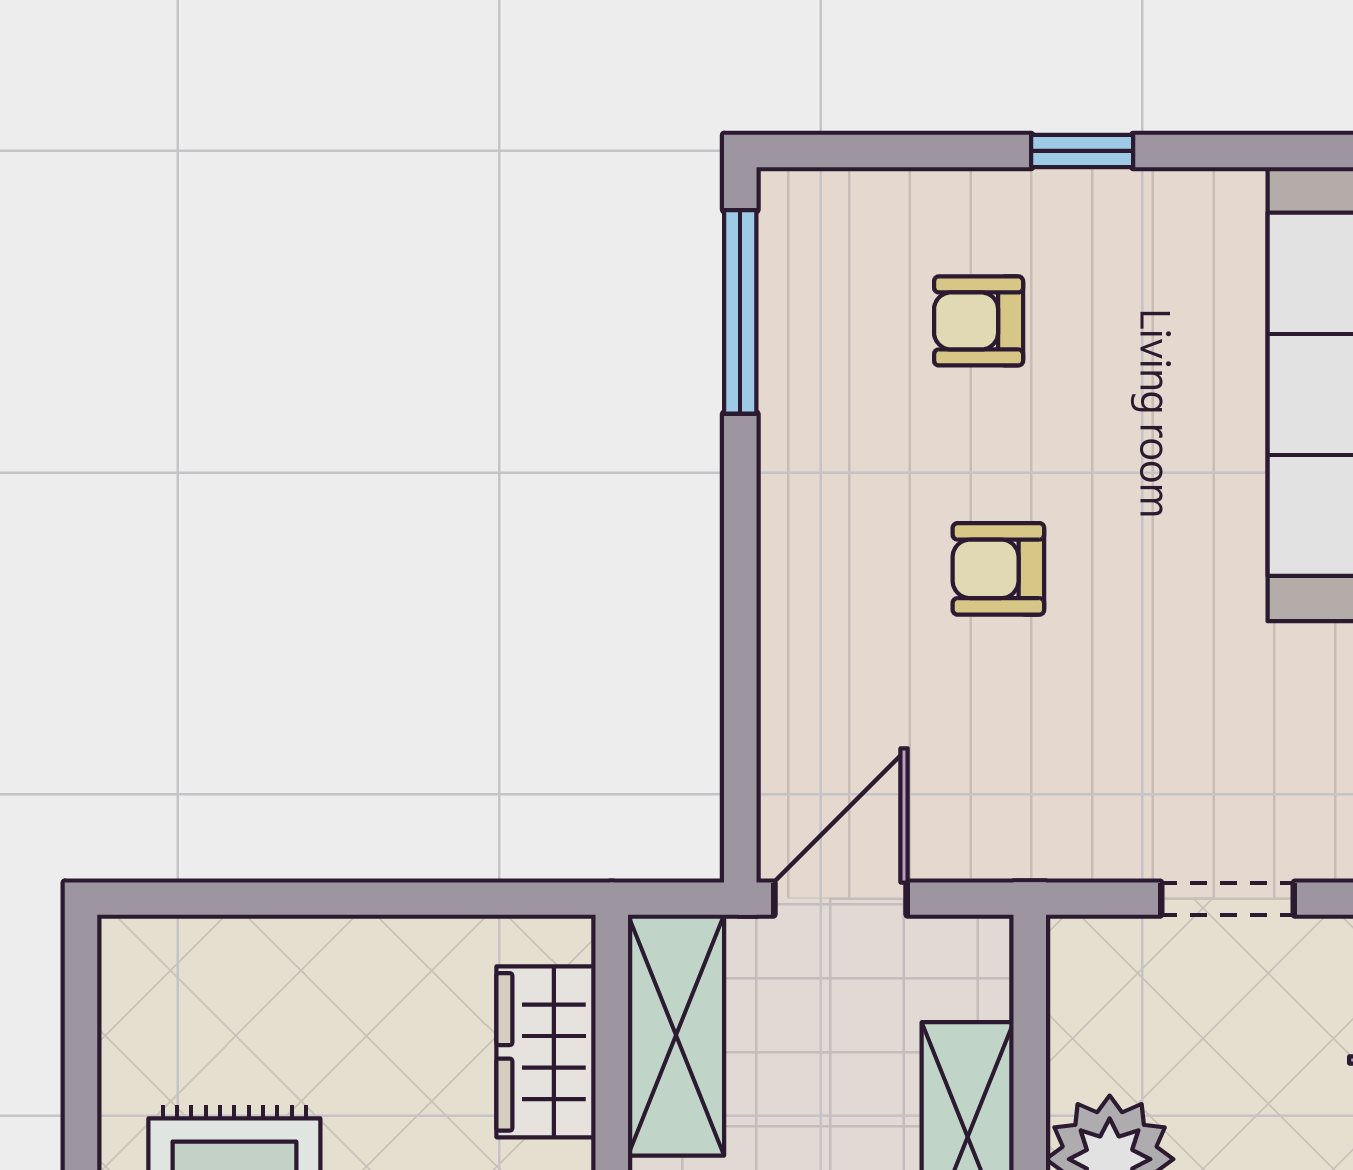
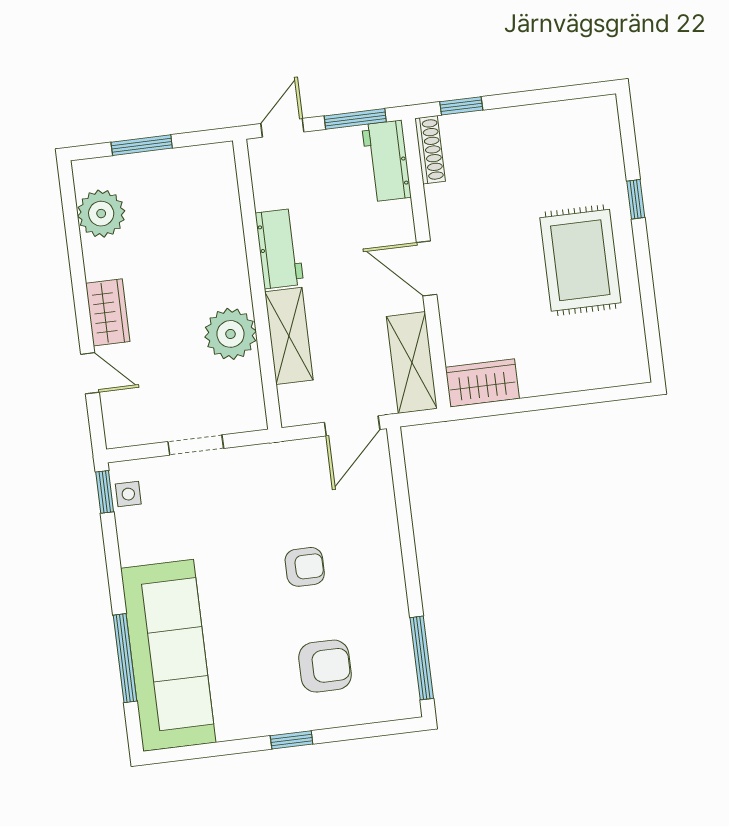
armchair: (979, 321) -> (325, 666), width x1.38, depth x1.38
wardrobe: (546, 1052) -> (482, 383), moved, turned -90

